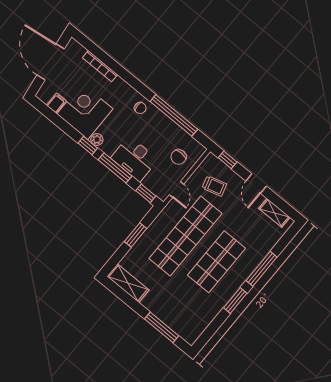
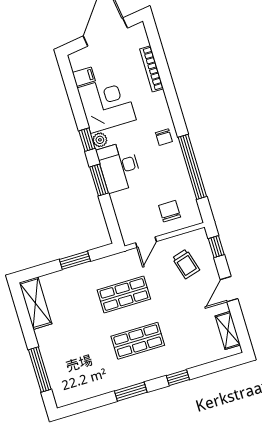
chair: (179, 157) -> (170, 211), turned 90
desk: (134, 159) -> (119, 167), moved
window: (115, 168) -> (99, 180), width x0.69
window: (146, 193) -> (113, 226), removed
shop shelf: (185, 236) -> (124, 294), width x0.50, depth x0.74
shop shelf: (217, 262) -> (138, 341), width x0.70, depth x0.74
window: (262, 269) -> (178, 378), width x0.46

